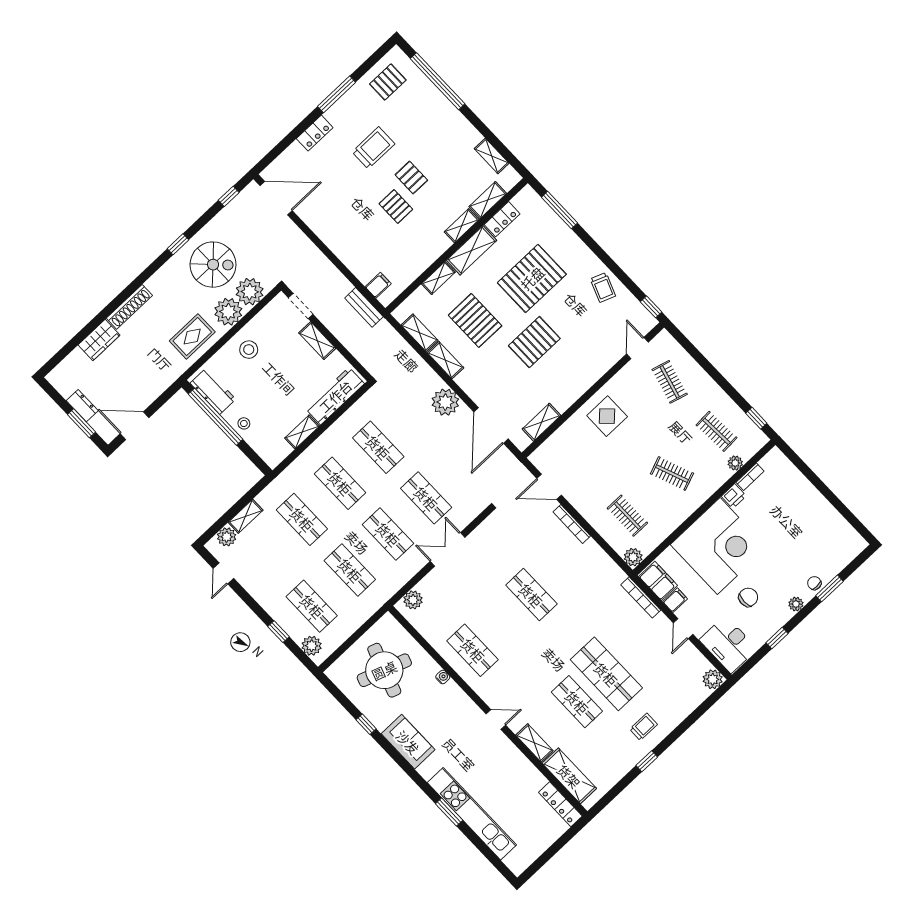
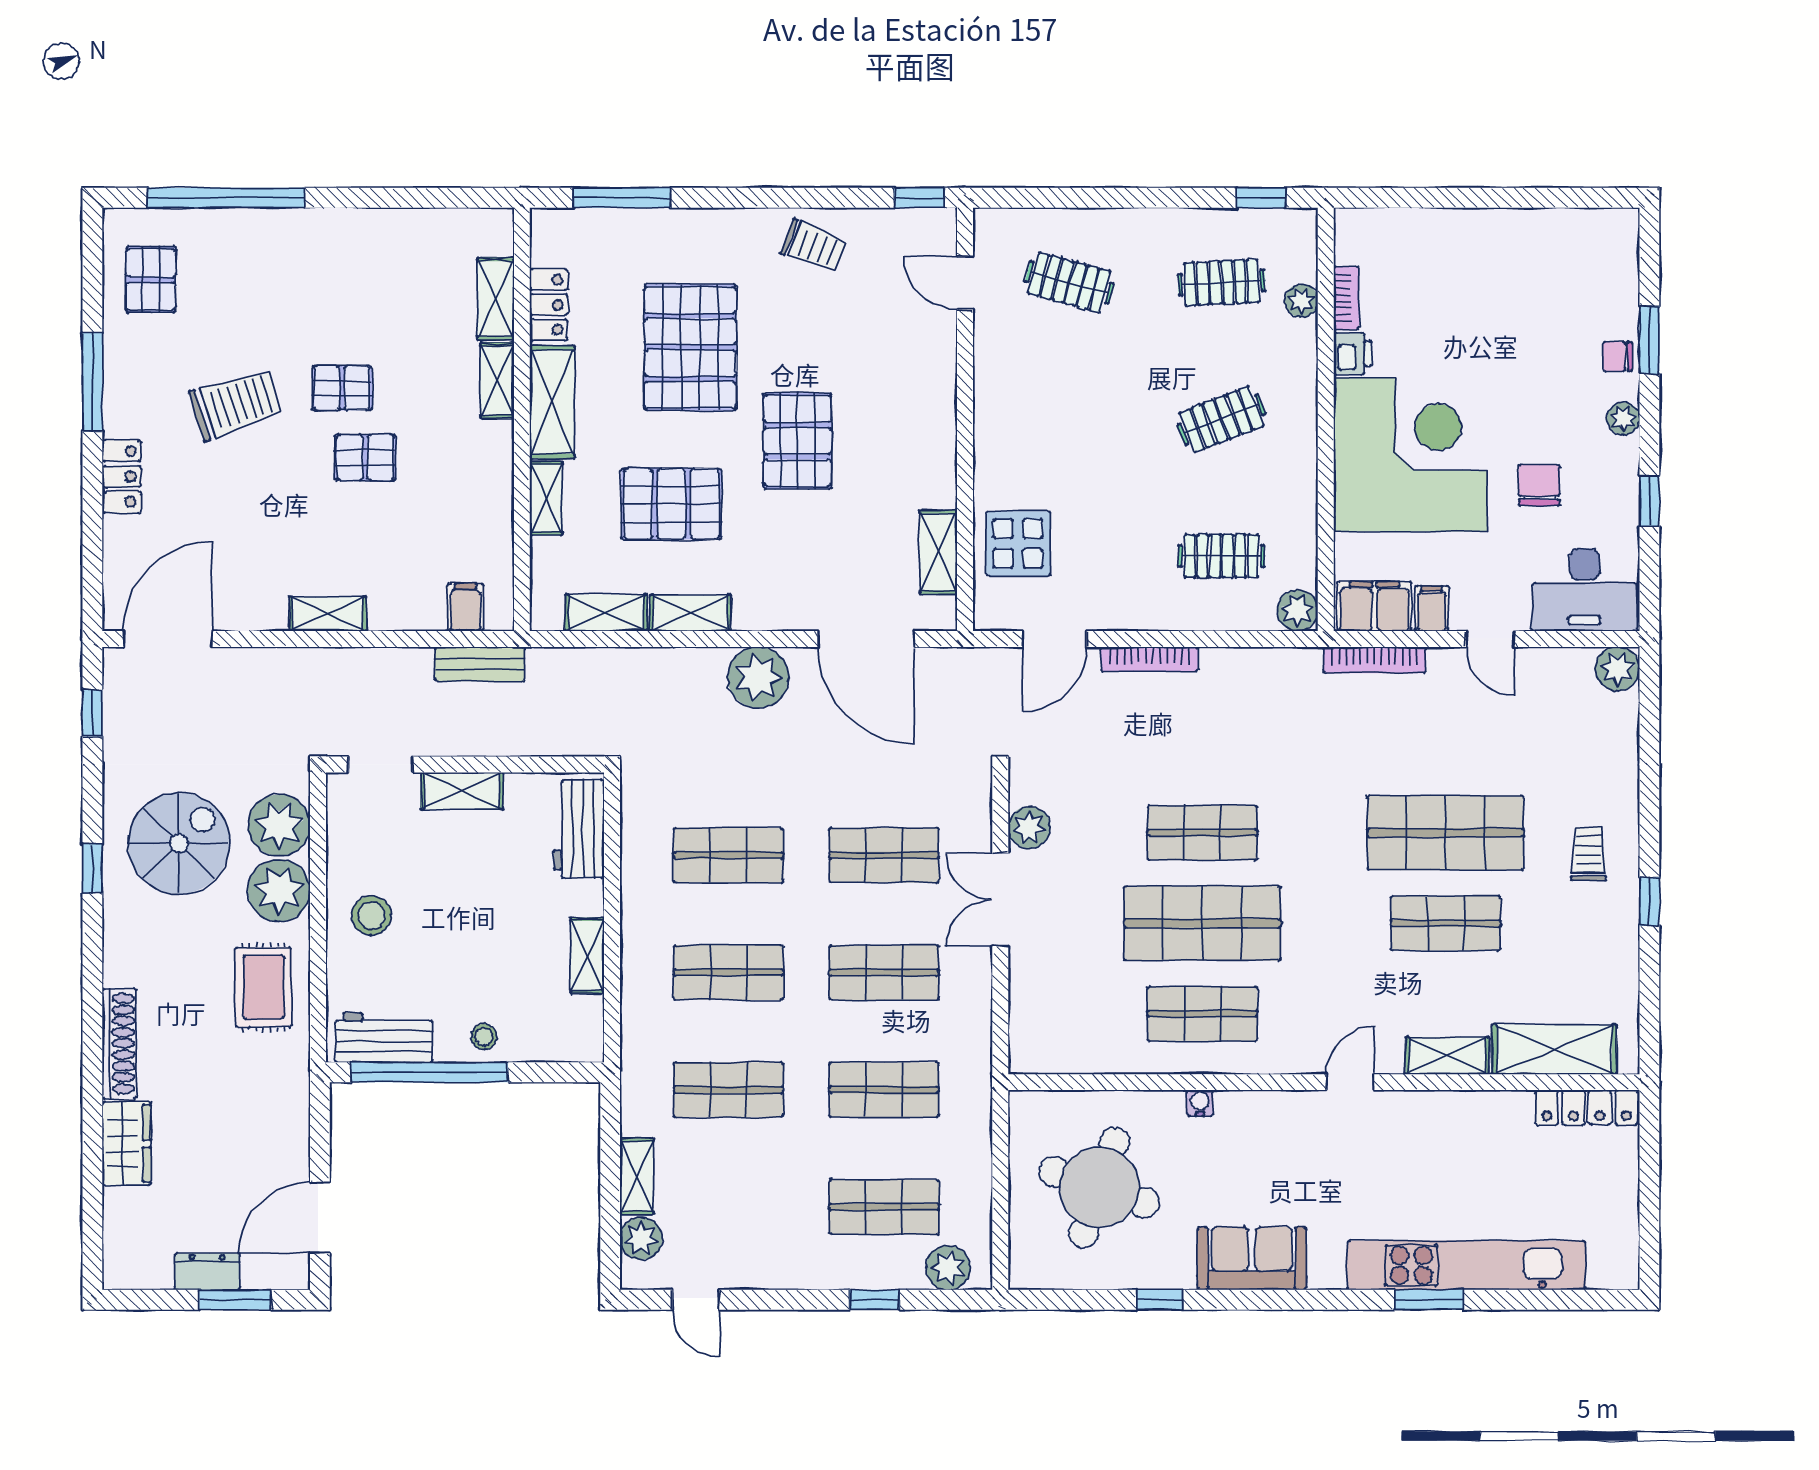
trolley: (373, 148) -> (236, 404), turned 72
shelving: (492, 156) -> (328, 614), moved
workbench: (335, 396) -> (579, 829), width x0.73
display table: (607, 416) -> (1018, 544), moved
plant: (413, 600) -> (1029, 827), moved
shop shelf: (502, 622) -> (1202, 923), added

